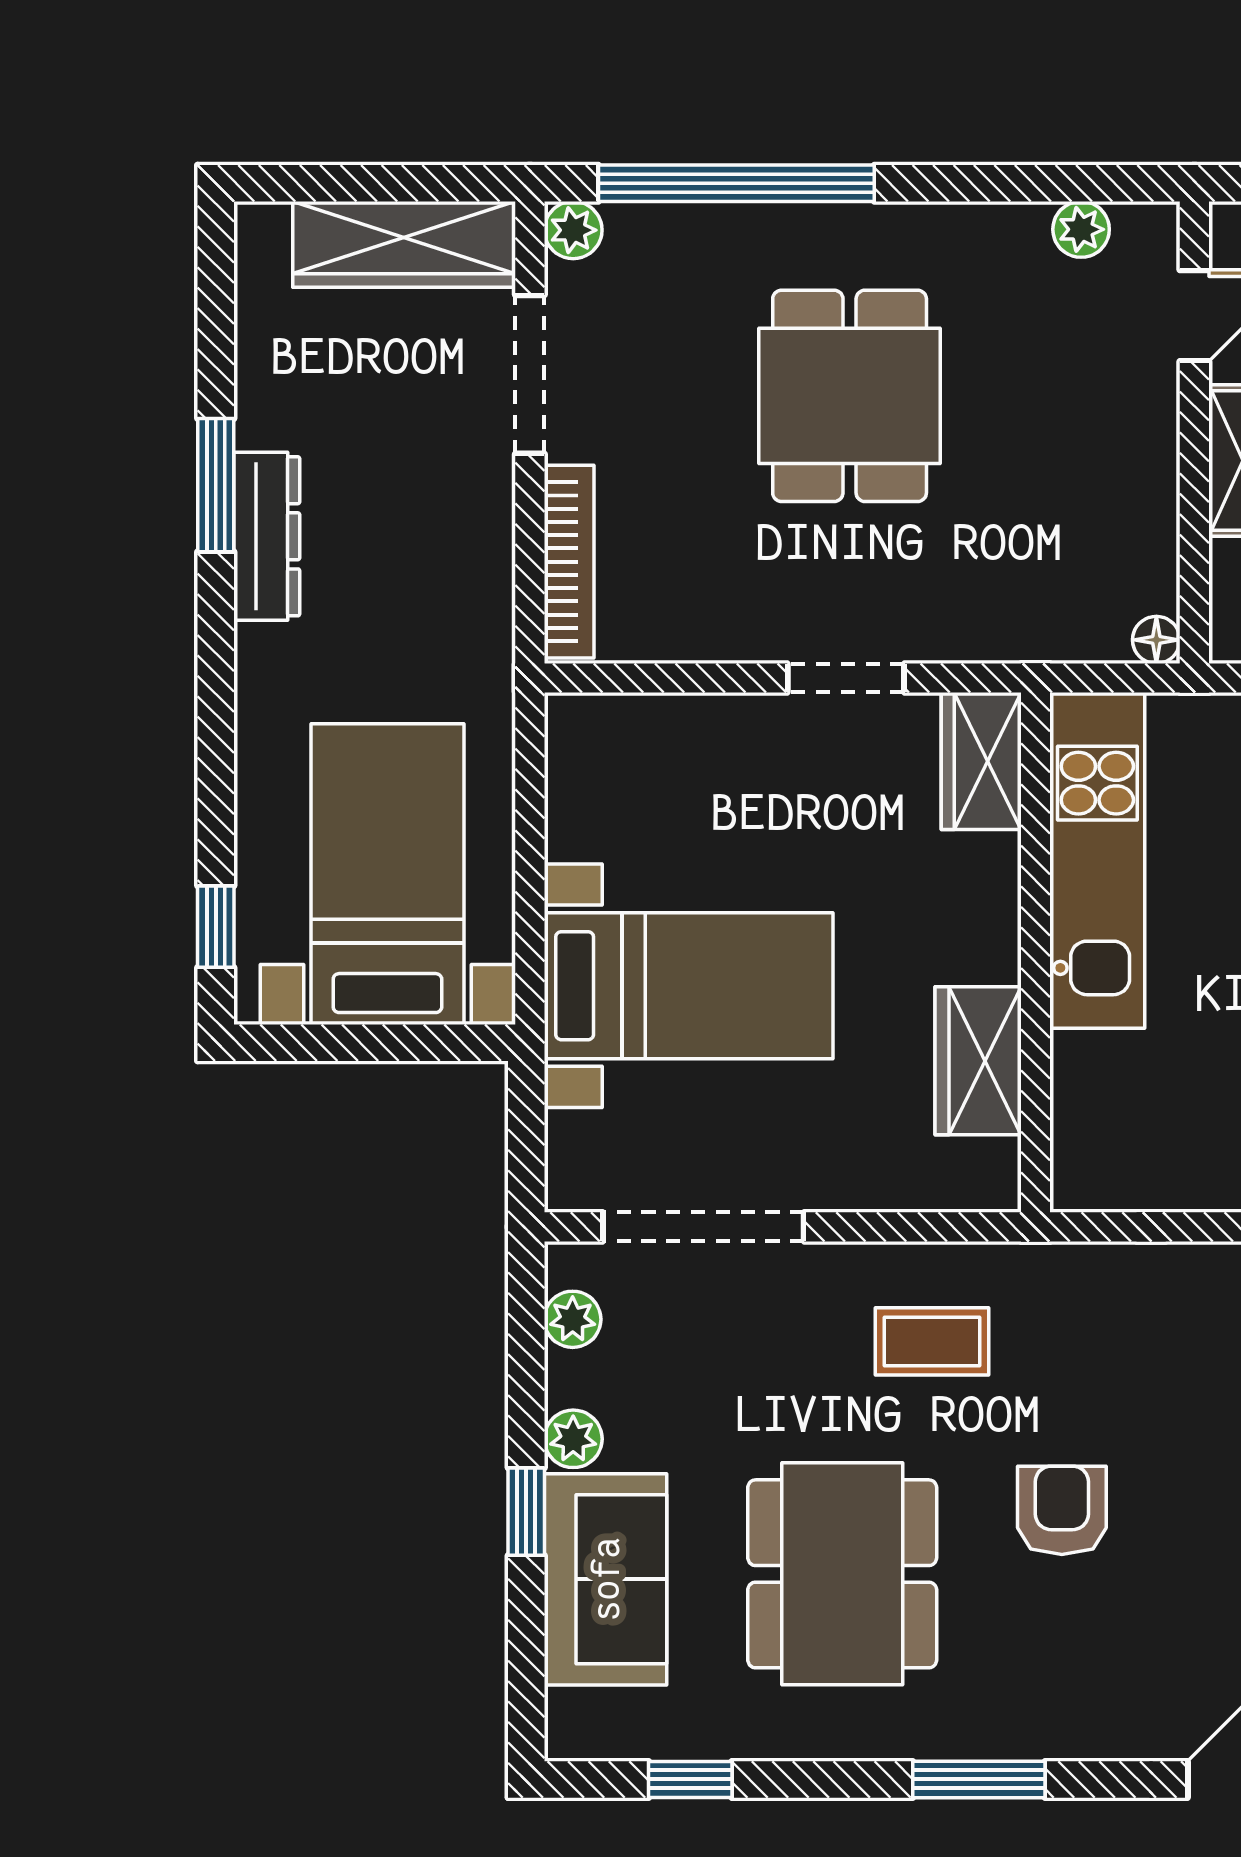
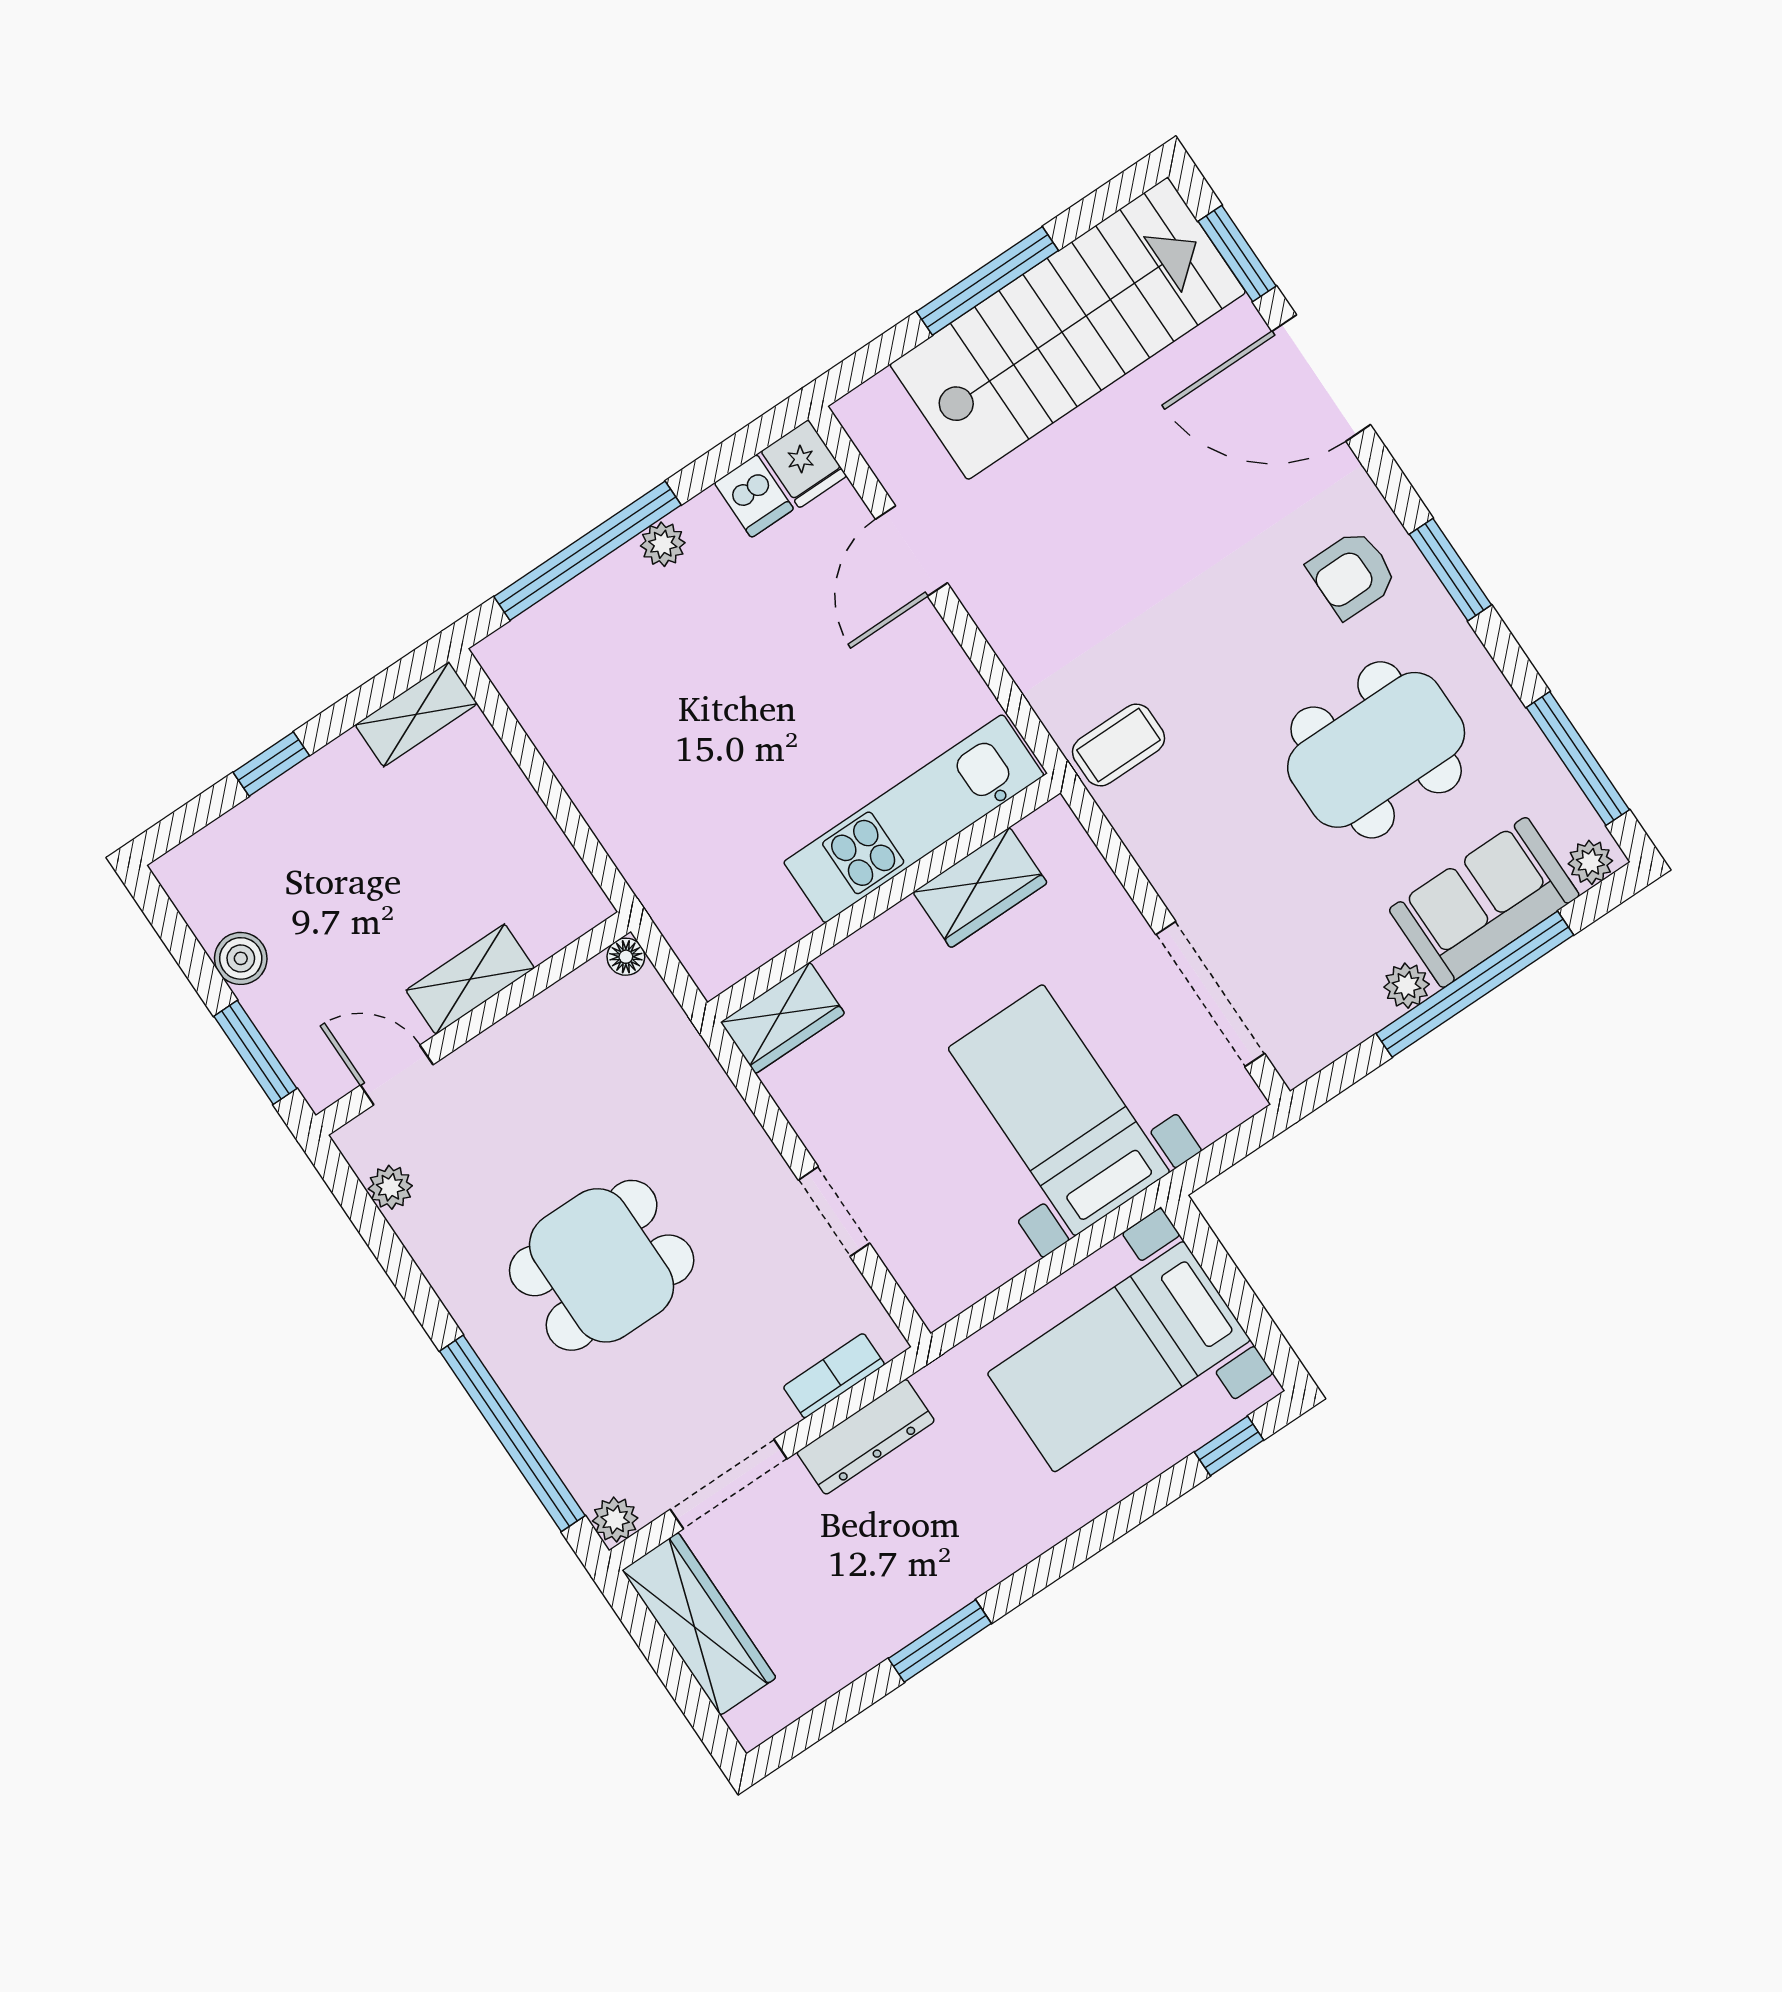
dresser: (267, 536) -> (866, 1437), moved, turned 180
bookcase: (569, 562) -> (834, 1376), width x0.64
doorway: (846, 678) -> (834, 1212), moved
kitchen unit: (1097, 860) -> (914, 819), moved
plant: (573, 1319) -> (1590, 862), moved
coffee table: (932, 1341) -> (1118, 745), moved, turned 90
armchair: (1062, 1510) -> (1352, 574), moved
window: (526, 1512) -> (1475, 984), width x3.17
window: (690, 1779) -> (1578, 759), width x2.17

